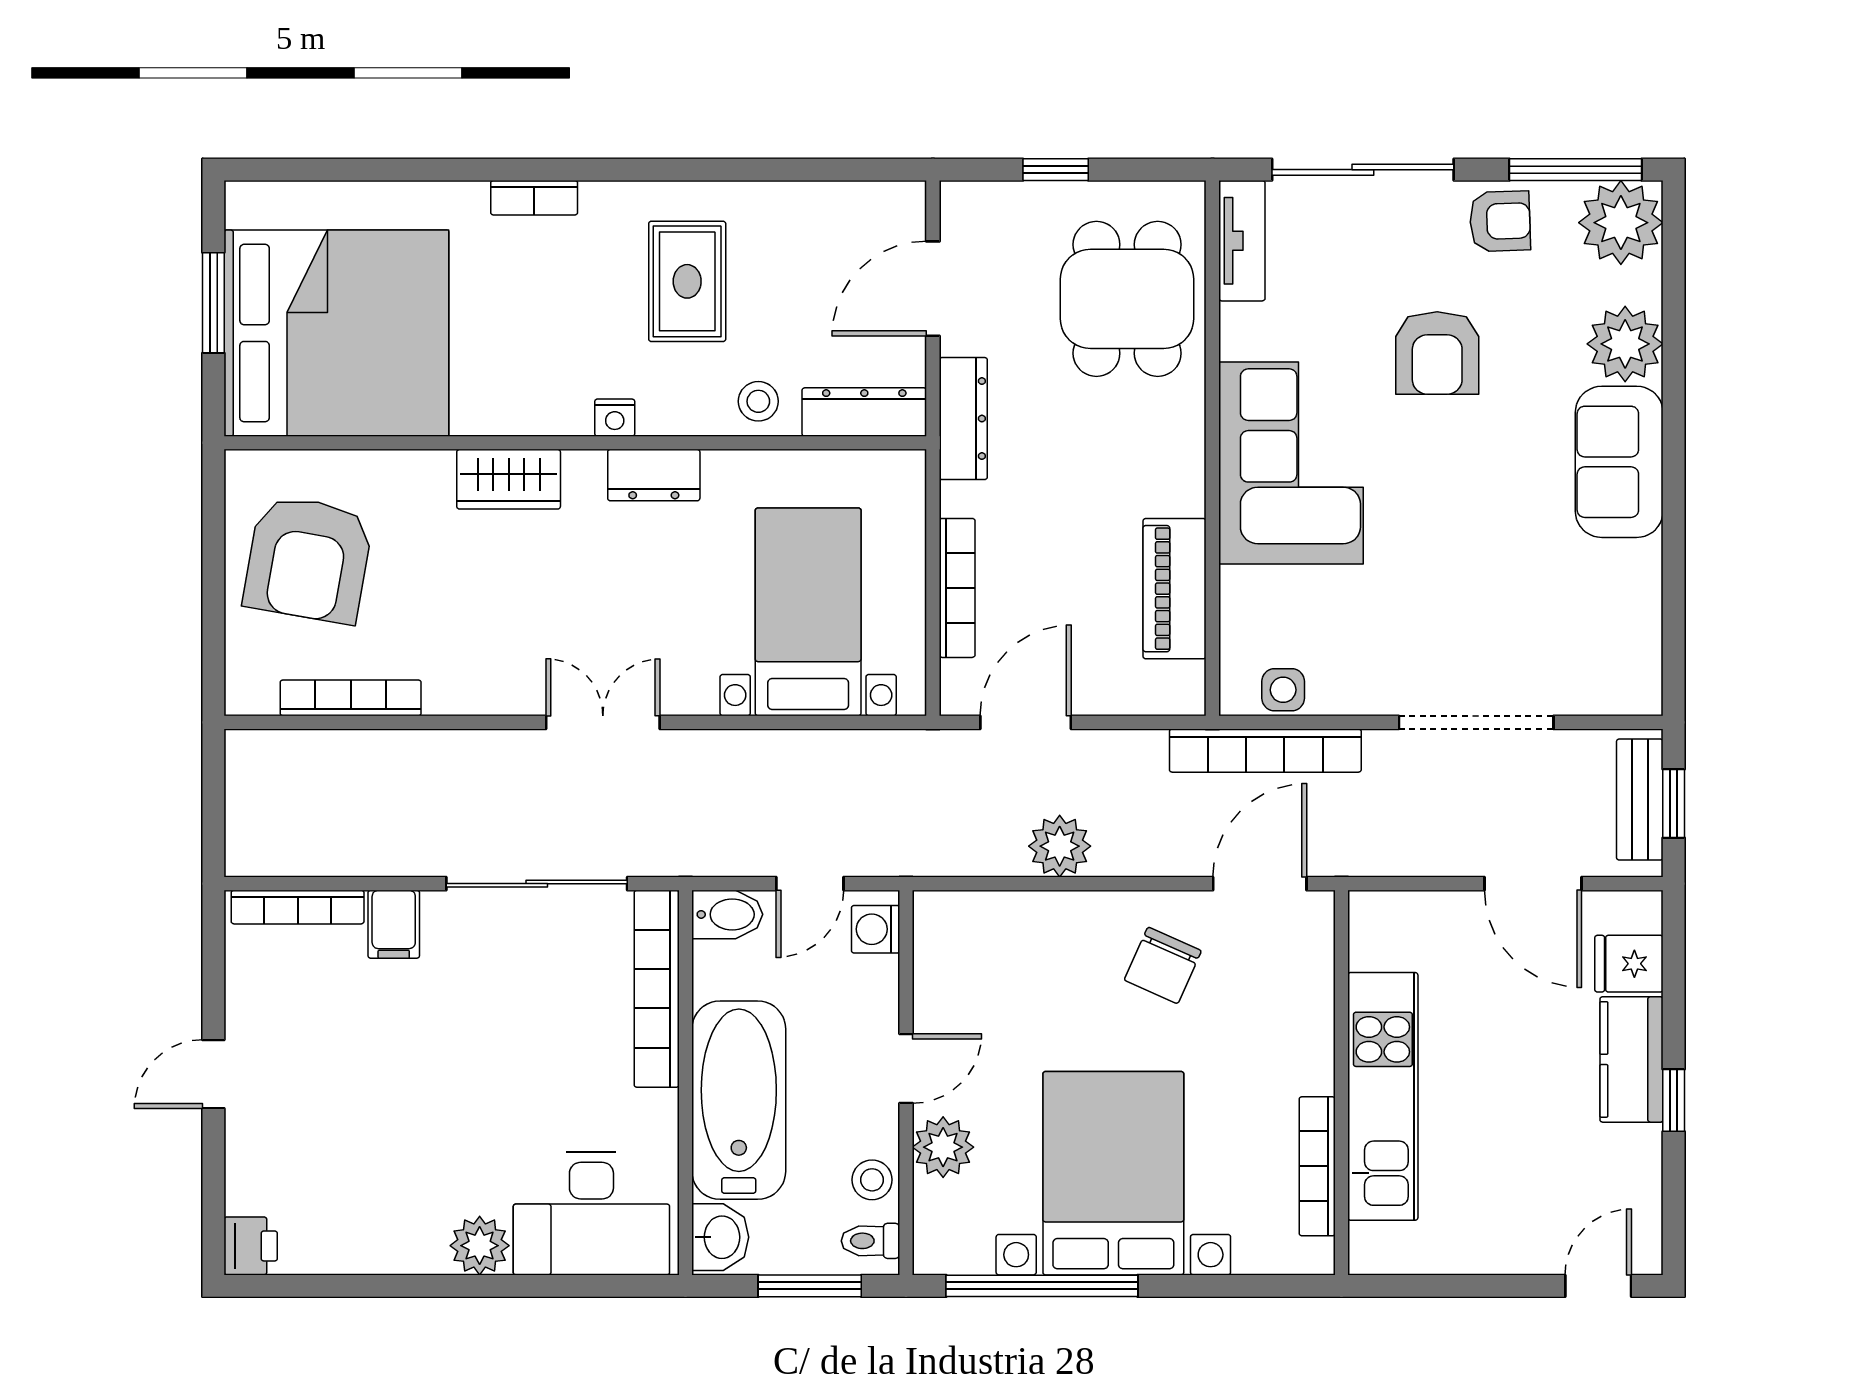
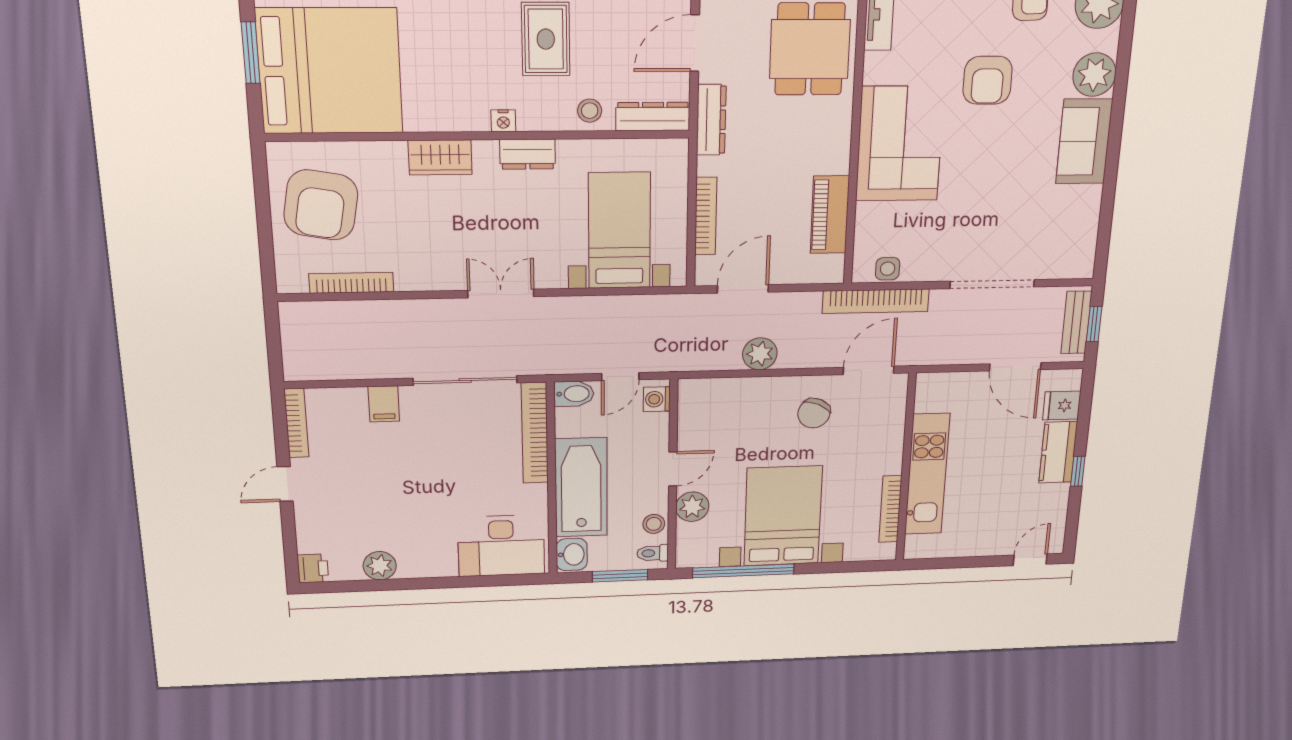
bookcase: (298, 907) -> (296, 423), moved, turned -90
plant: (480, 1246) -> (380, 566), moved

